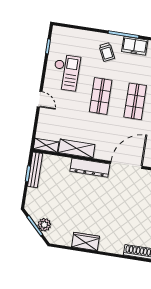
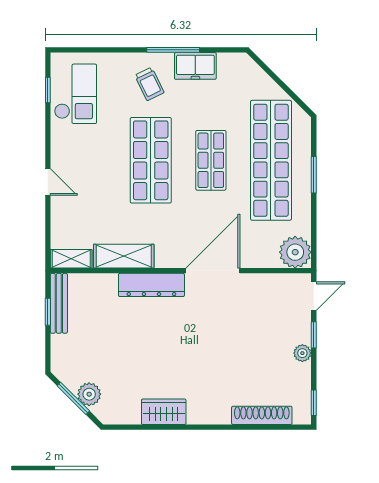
checkout: (66, 72) -> (75, 94), moved
shop shelf: (101, 96) -> (151, 160), width x1.43, depth x1.36

